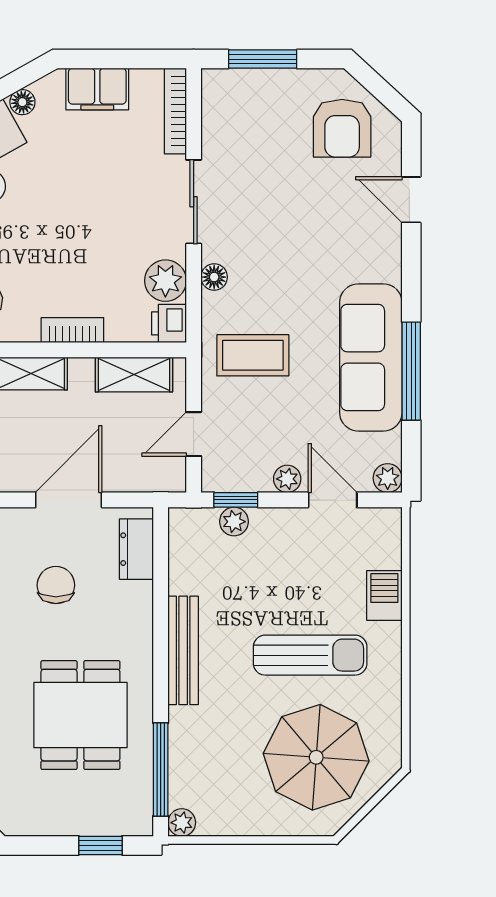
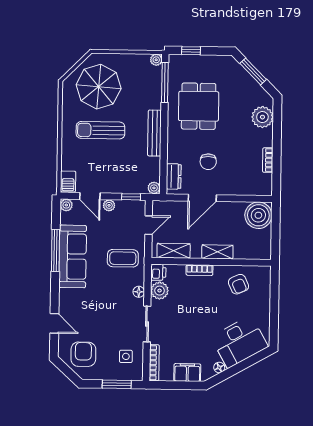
side table: (242, 125) -> (126, 356), added
plant: (234, 522) -> (154, 188), moved
barbecue: (384, 595) -> (68, 182), moved

